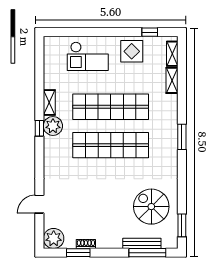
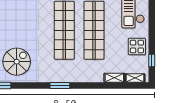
window: (182, 137) -> (60, 85), moved

